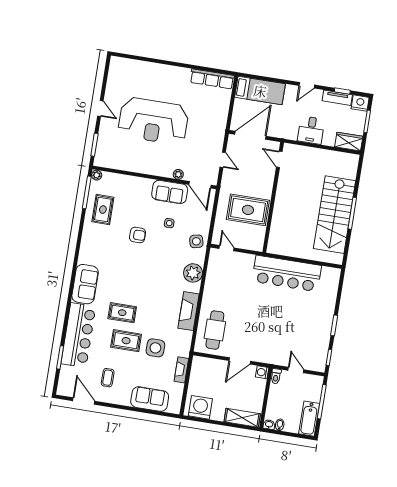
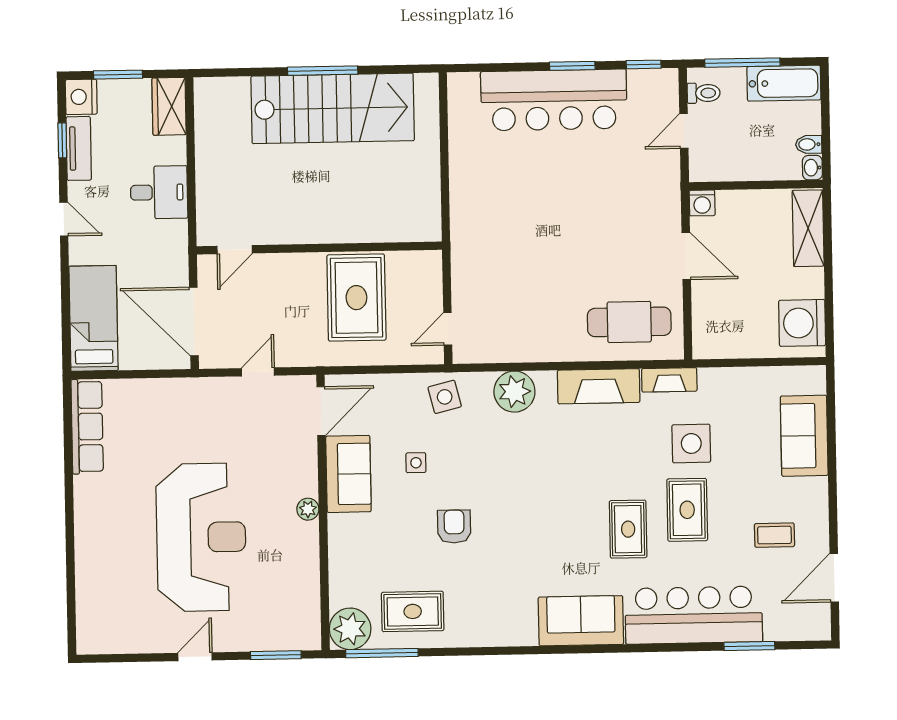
plant: (178, 174) -> (308, 509), moved
plant: (97, 175) -> (350, 629), width x1.88, depth x1.88
bar counter: (287, 273) -> (554, 100), moved, turned 90
fireplace: (181, 370) -> (669, 380), moved
toilet: (276, 376) -> (704, 93), moved

